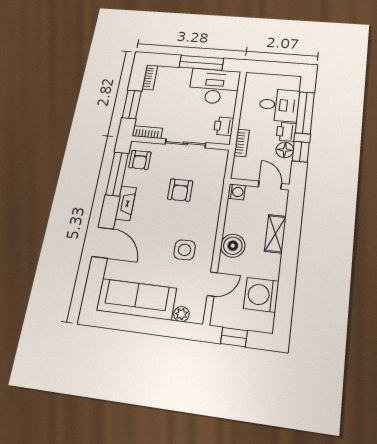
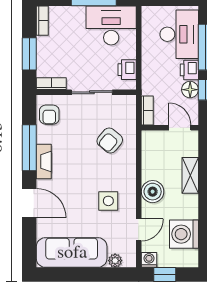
desk: (279, 105) -> (179, 34), width x1.37
bookcase: (242, 143) -> (147, 110), moved
window: (117, 174) -> (29, 148), moved
armchair: (180, 190) -> (110, 140), moved, turned 40
washing machine: (236, 192) -> (149, 260), moved, turned -90

